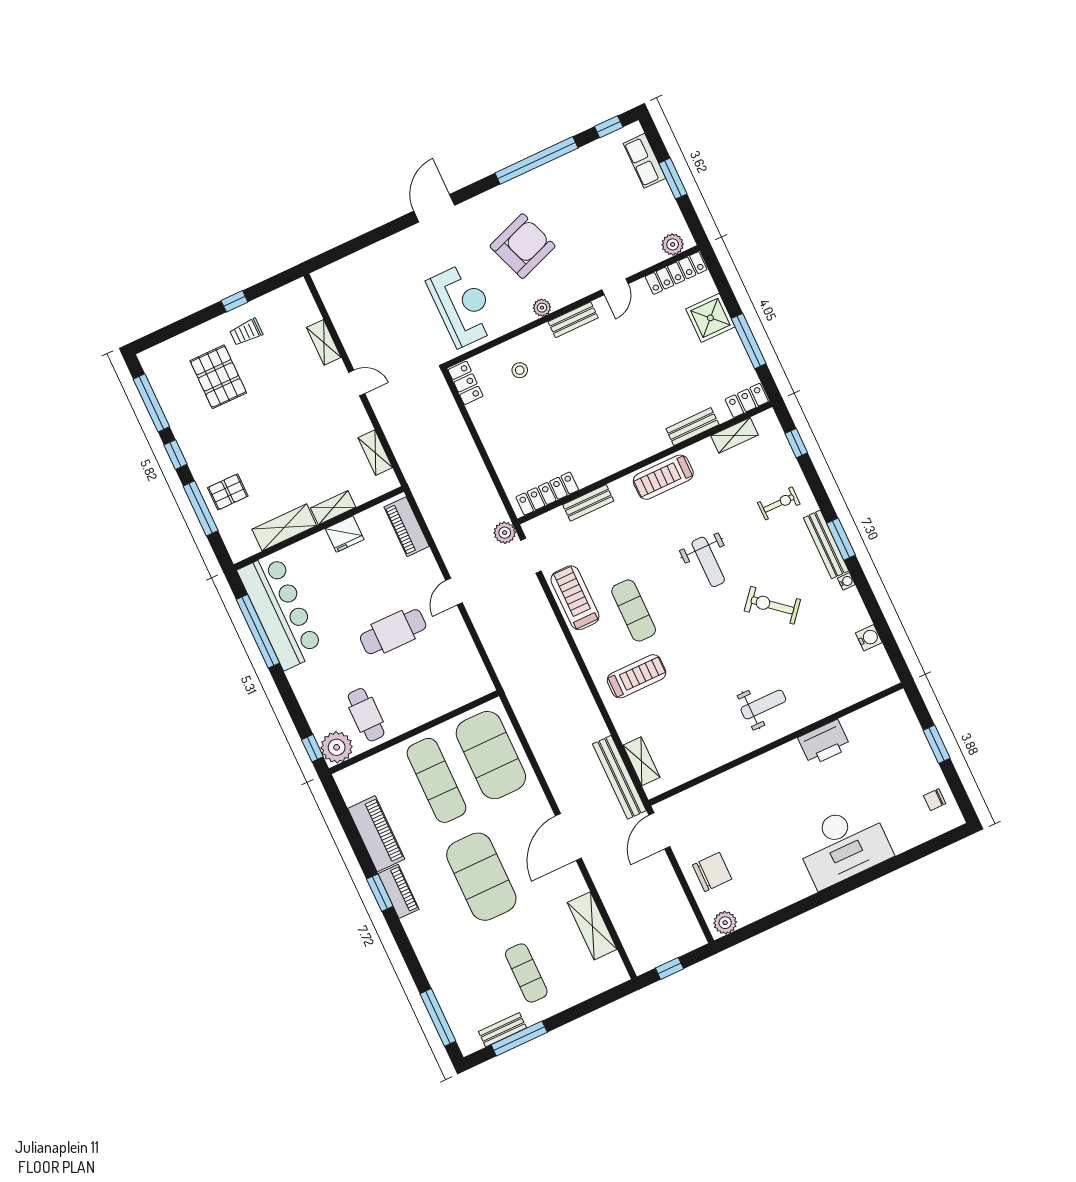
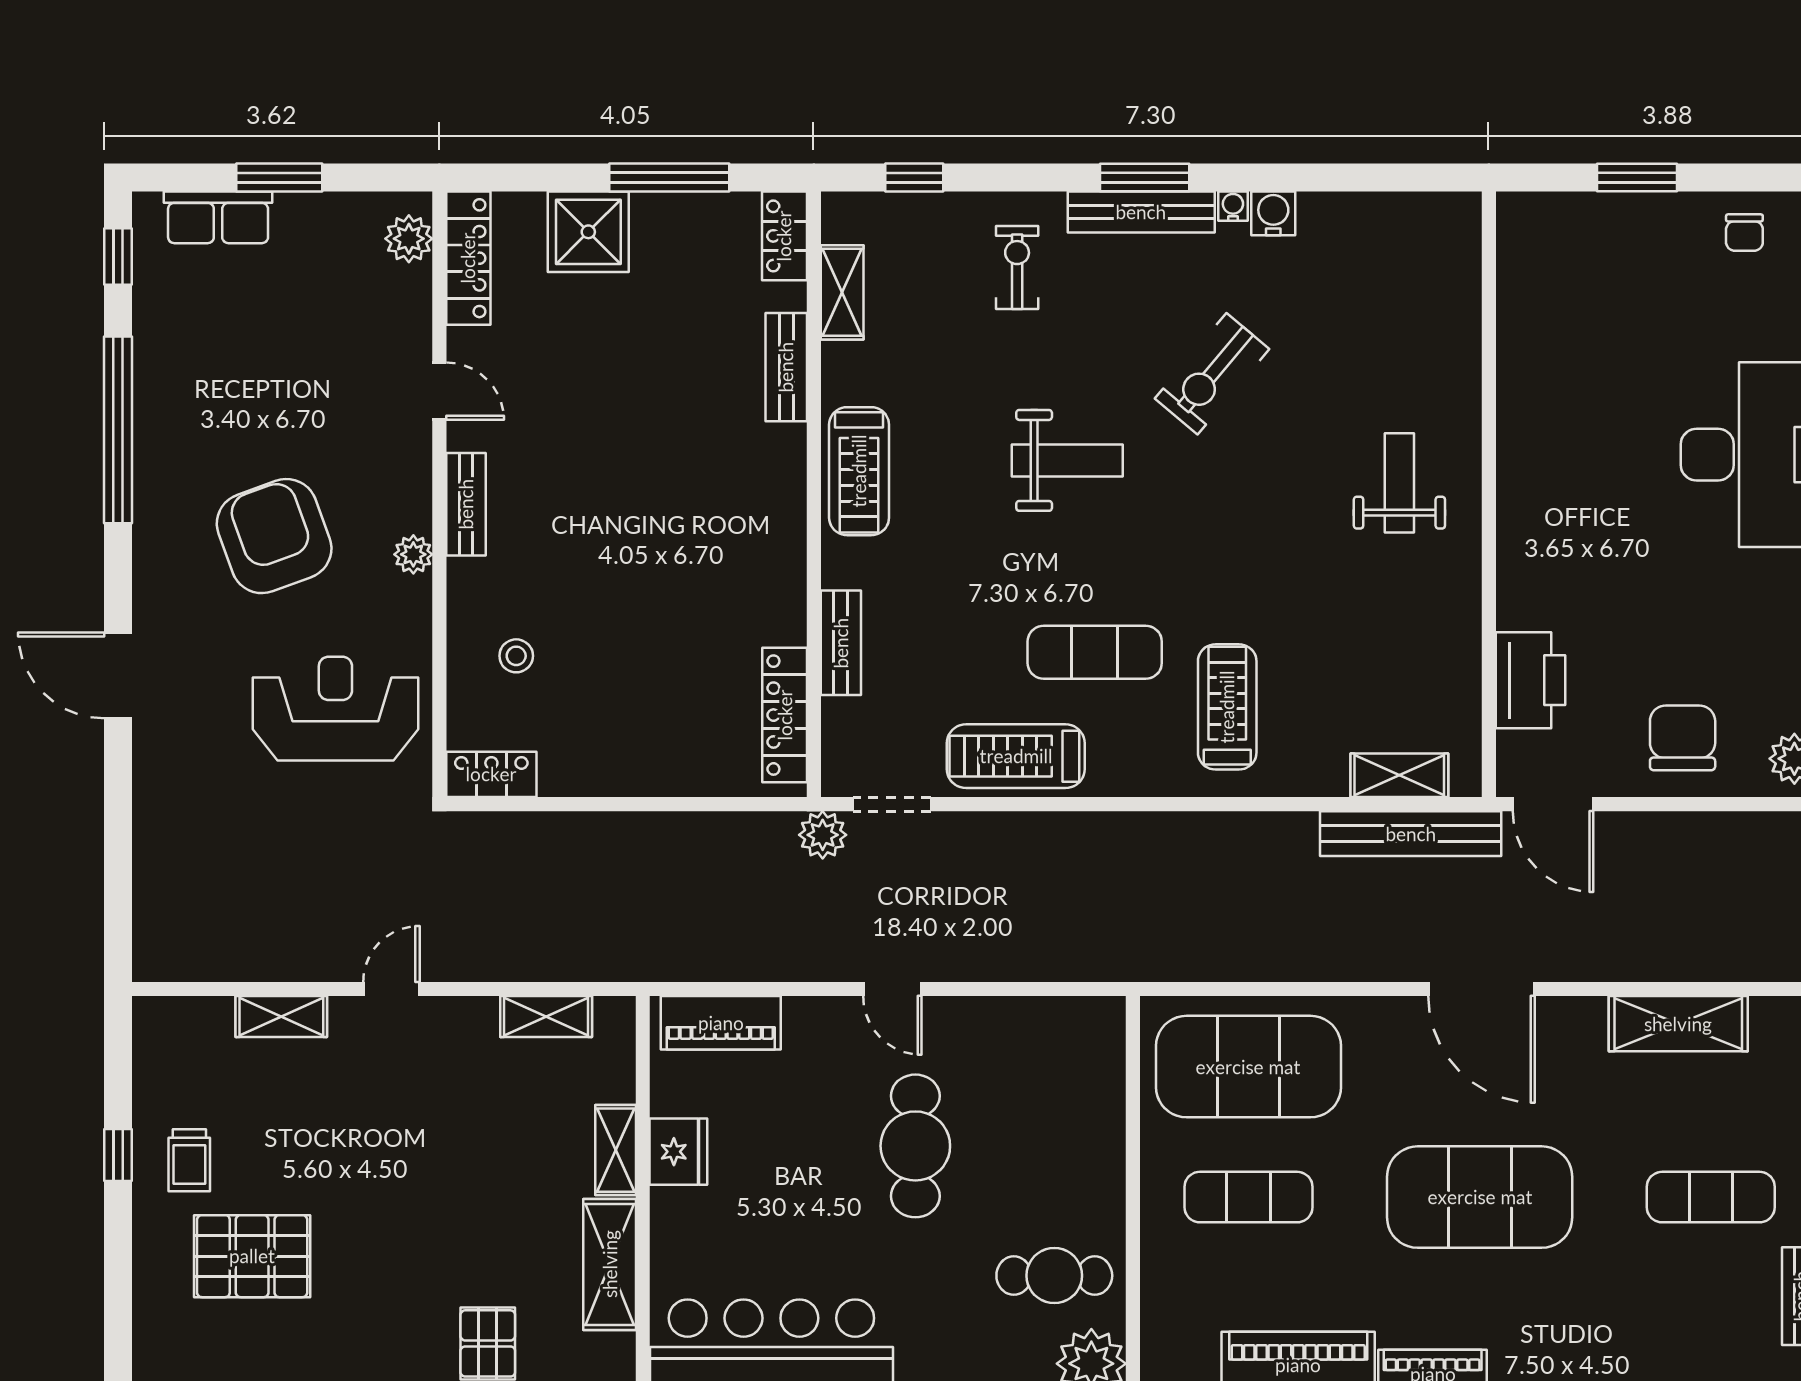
water cooler: (869, 638) -> (1273, 213), moved
printer: (824, 743) -> (1530, 680), moved
exercise mat: (436, 780) -> (1248, 1197), width x0.73, depth x0.69

